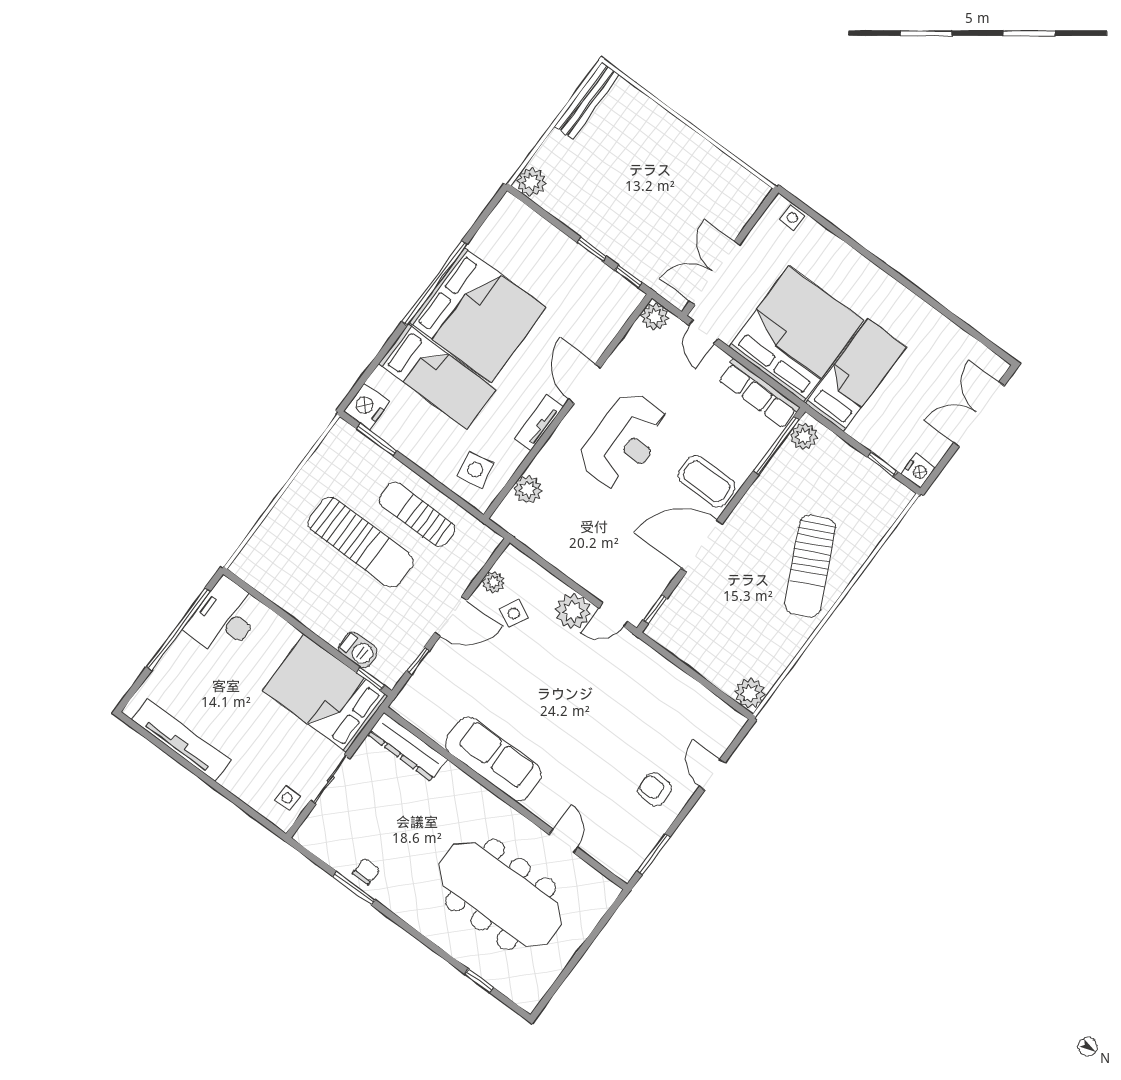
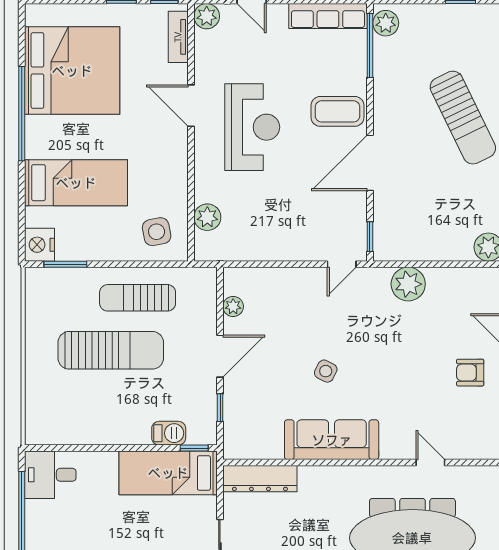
bed: (478, 315) -> (72, 71), moved
tv unit: (539, 423) -> (178, 37), moved
plant: (573, 611) -> (408, 284), moved
side table: (514, 613) -> (326, 371), moved
desk: (224, 618) -> (50, 475), width x0.73
bed: (325, 693) -> (168, 473), width x0.67

